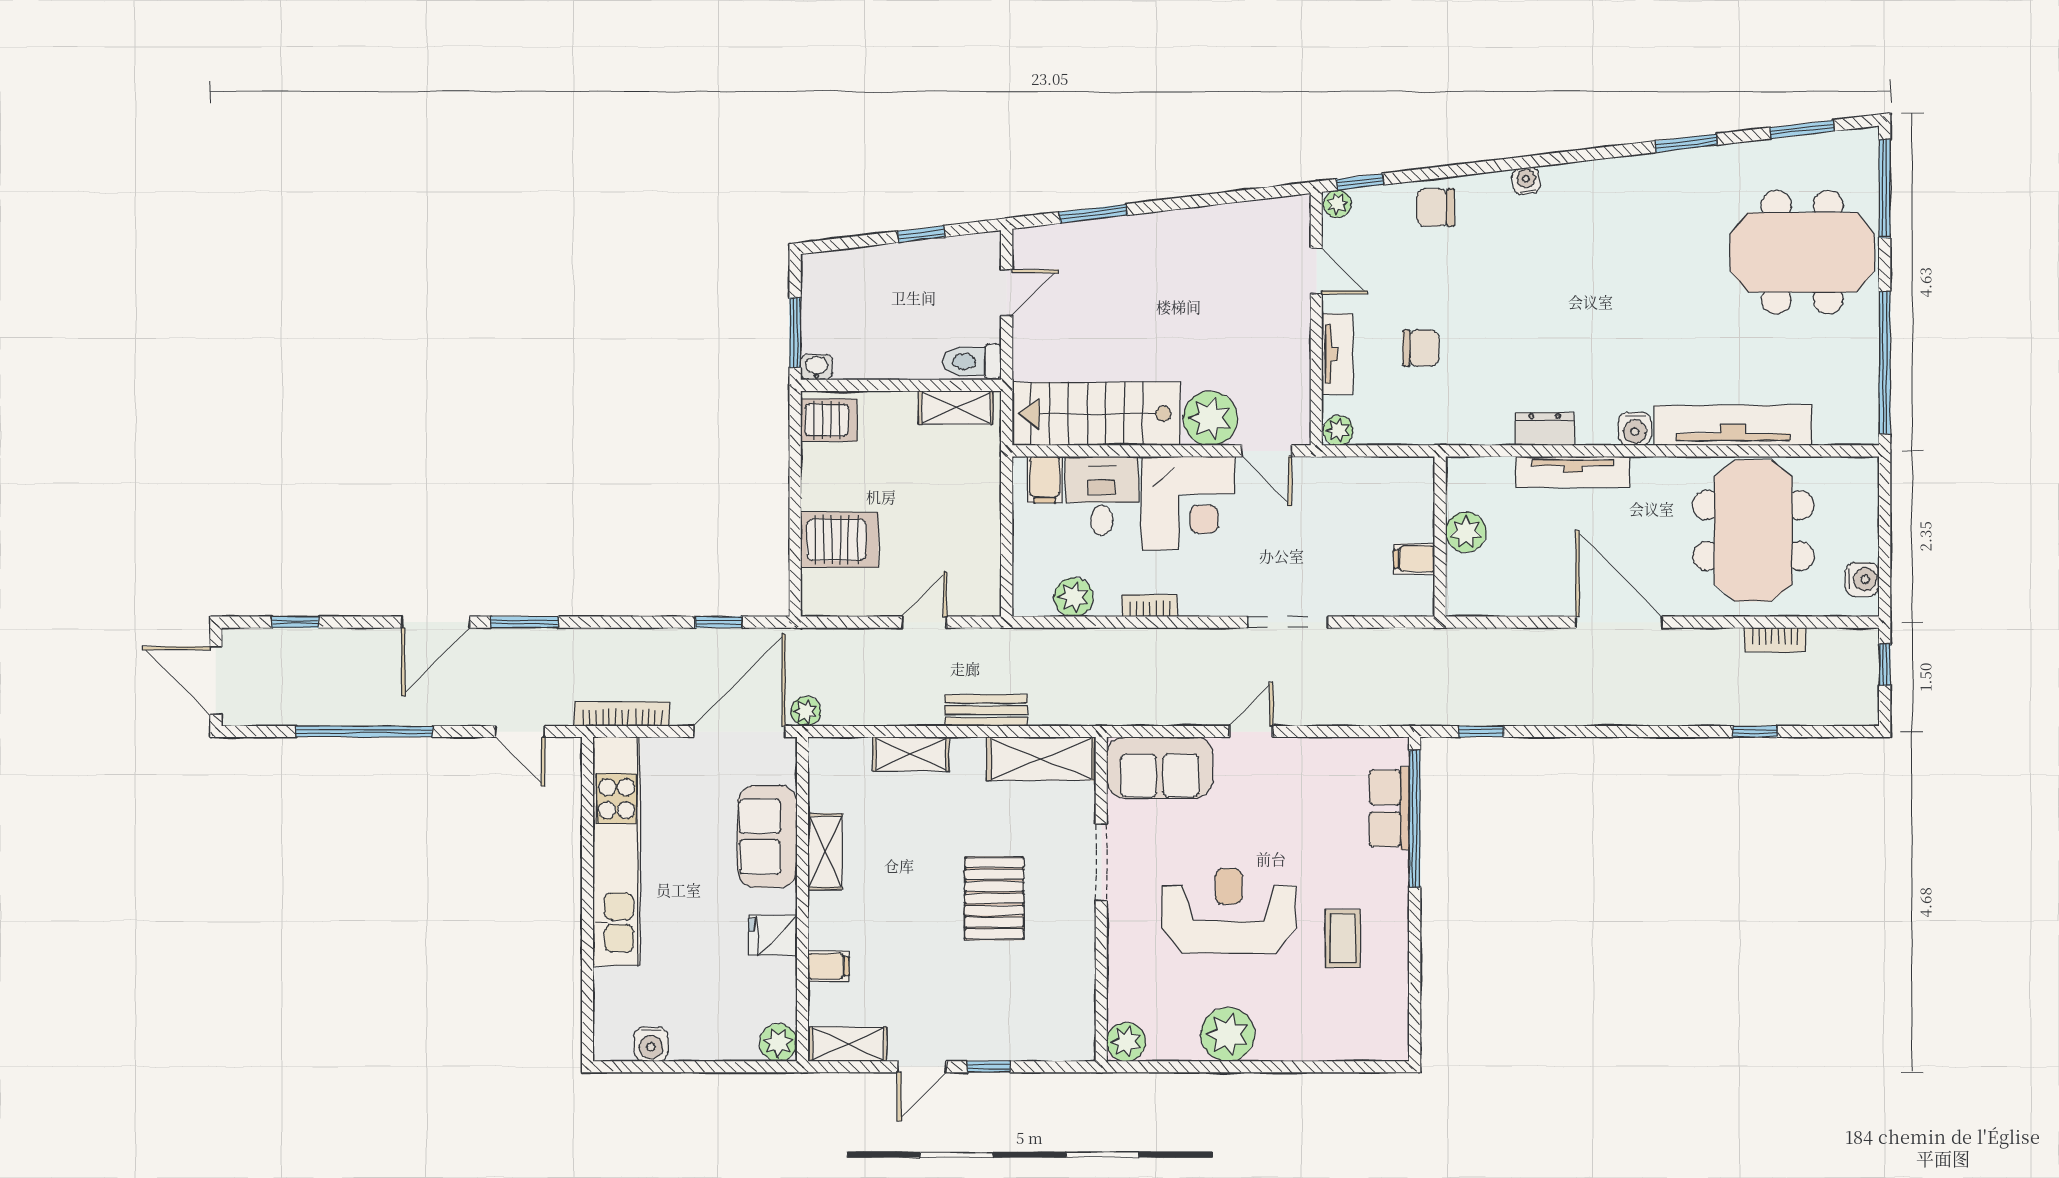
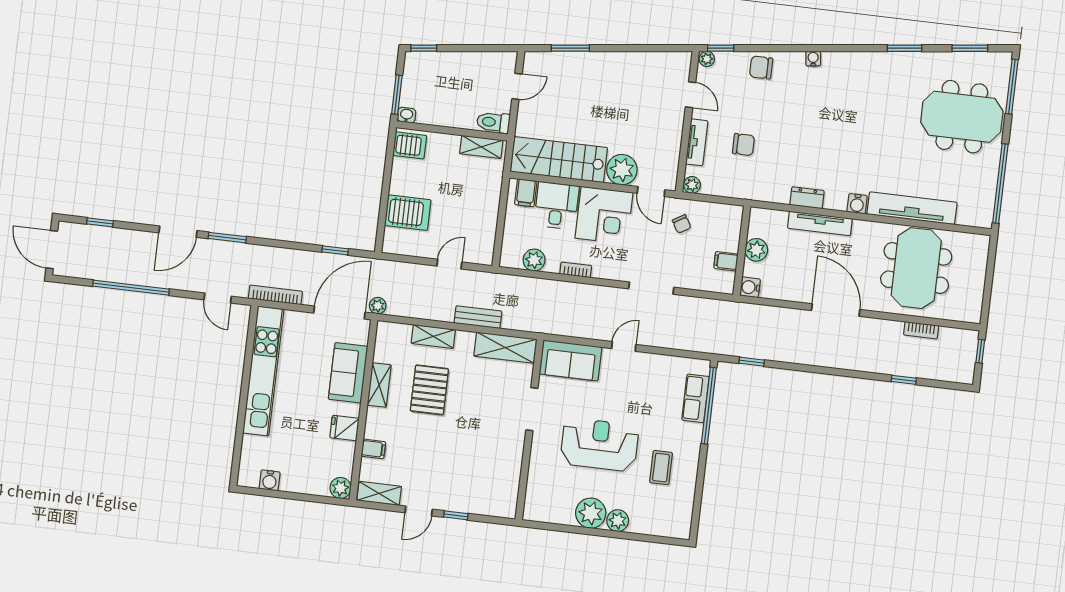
window: (921, 234) -> (424, 48), moved
chair: (1328, 502) -> (682, 224), added
water cooler: (1862, 579) -> (750, 287), moved, turned 180
pallet: (994, 898) -> (429, 390), moved
plant: (1126, 1042) -> (618, 521), moved

